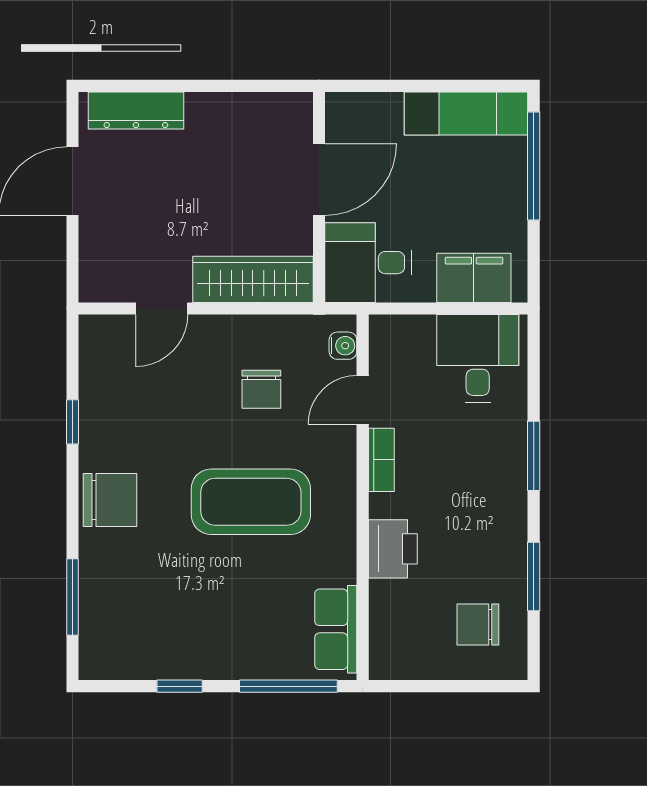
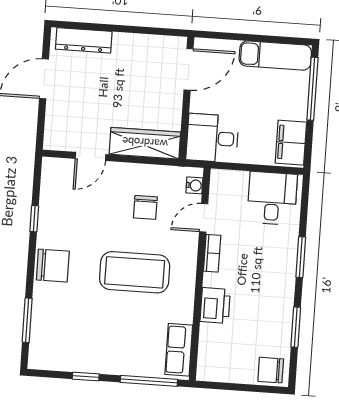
door: (319, 180) -> (189, 69), moved
filing cabinet: (474, 278) -> (291, 143), moved, turned -90
chair: (478, 624) -> (271, 370), moved

